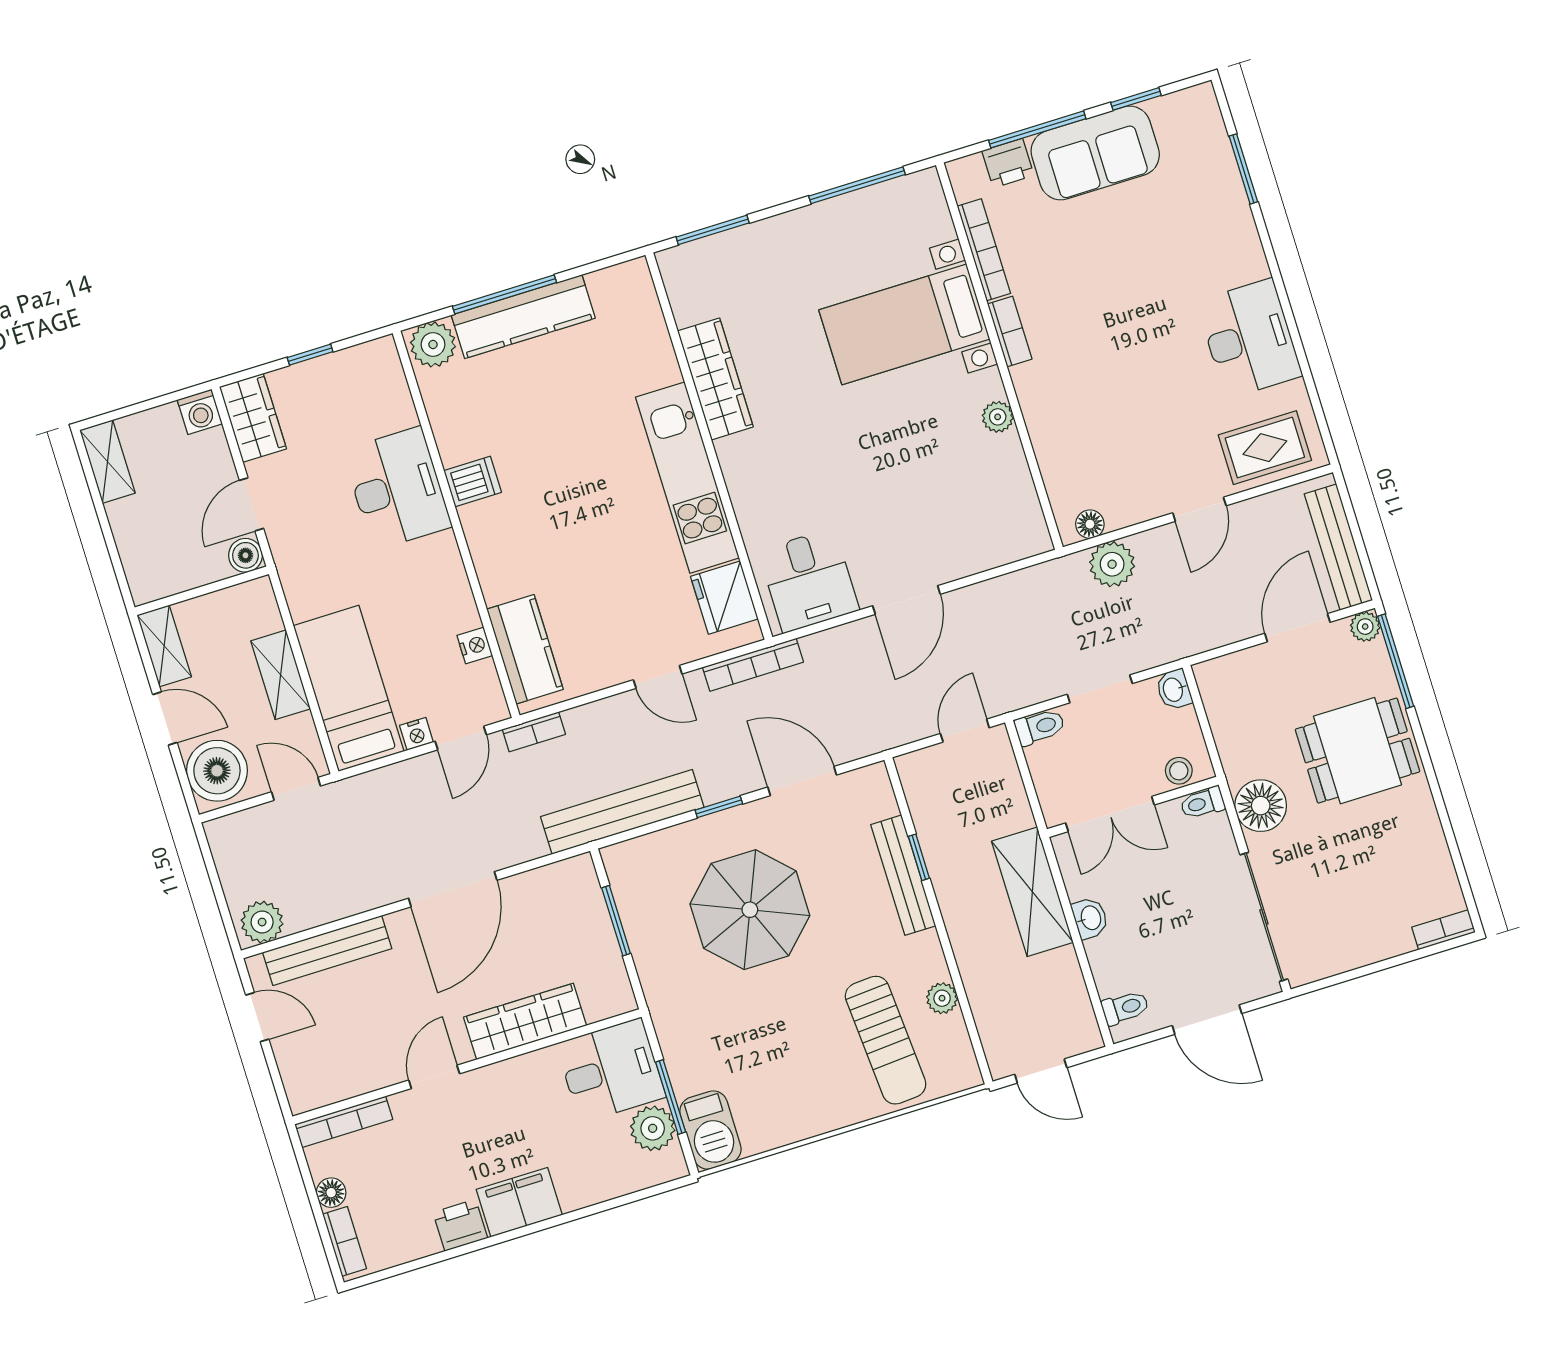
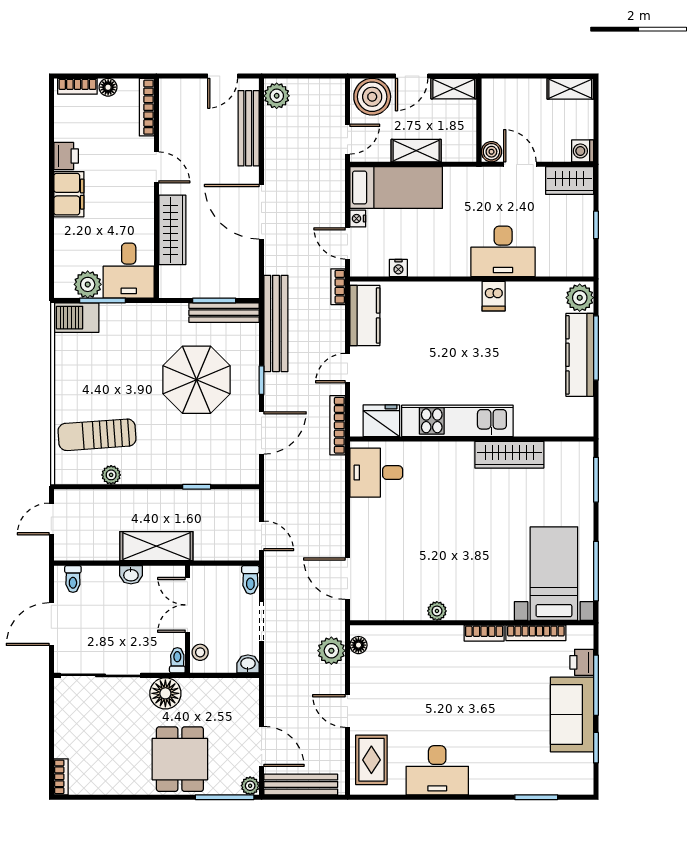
bed with nightstands: (904, 324) -> (554, 574), moved
door: (906, 600) -> (348, 579), moved
kitchen counter: (525, 649) -> (365, 316), moved, turned -90
bench: (903, 875) -> (224, 313), moved

